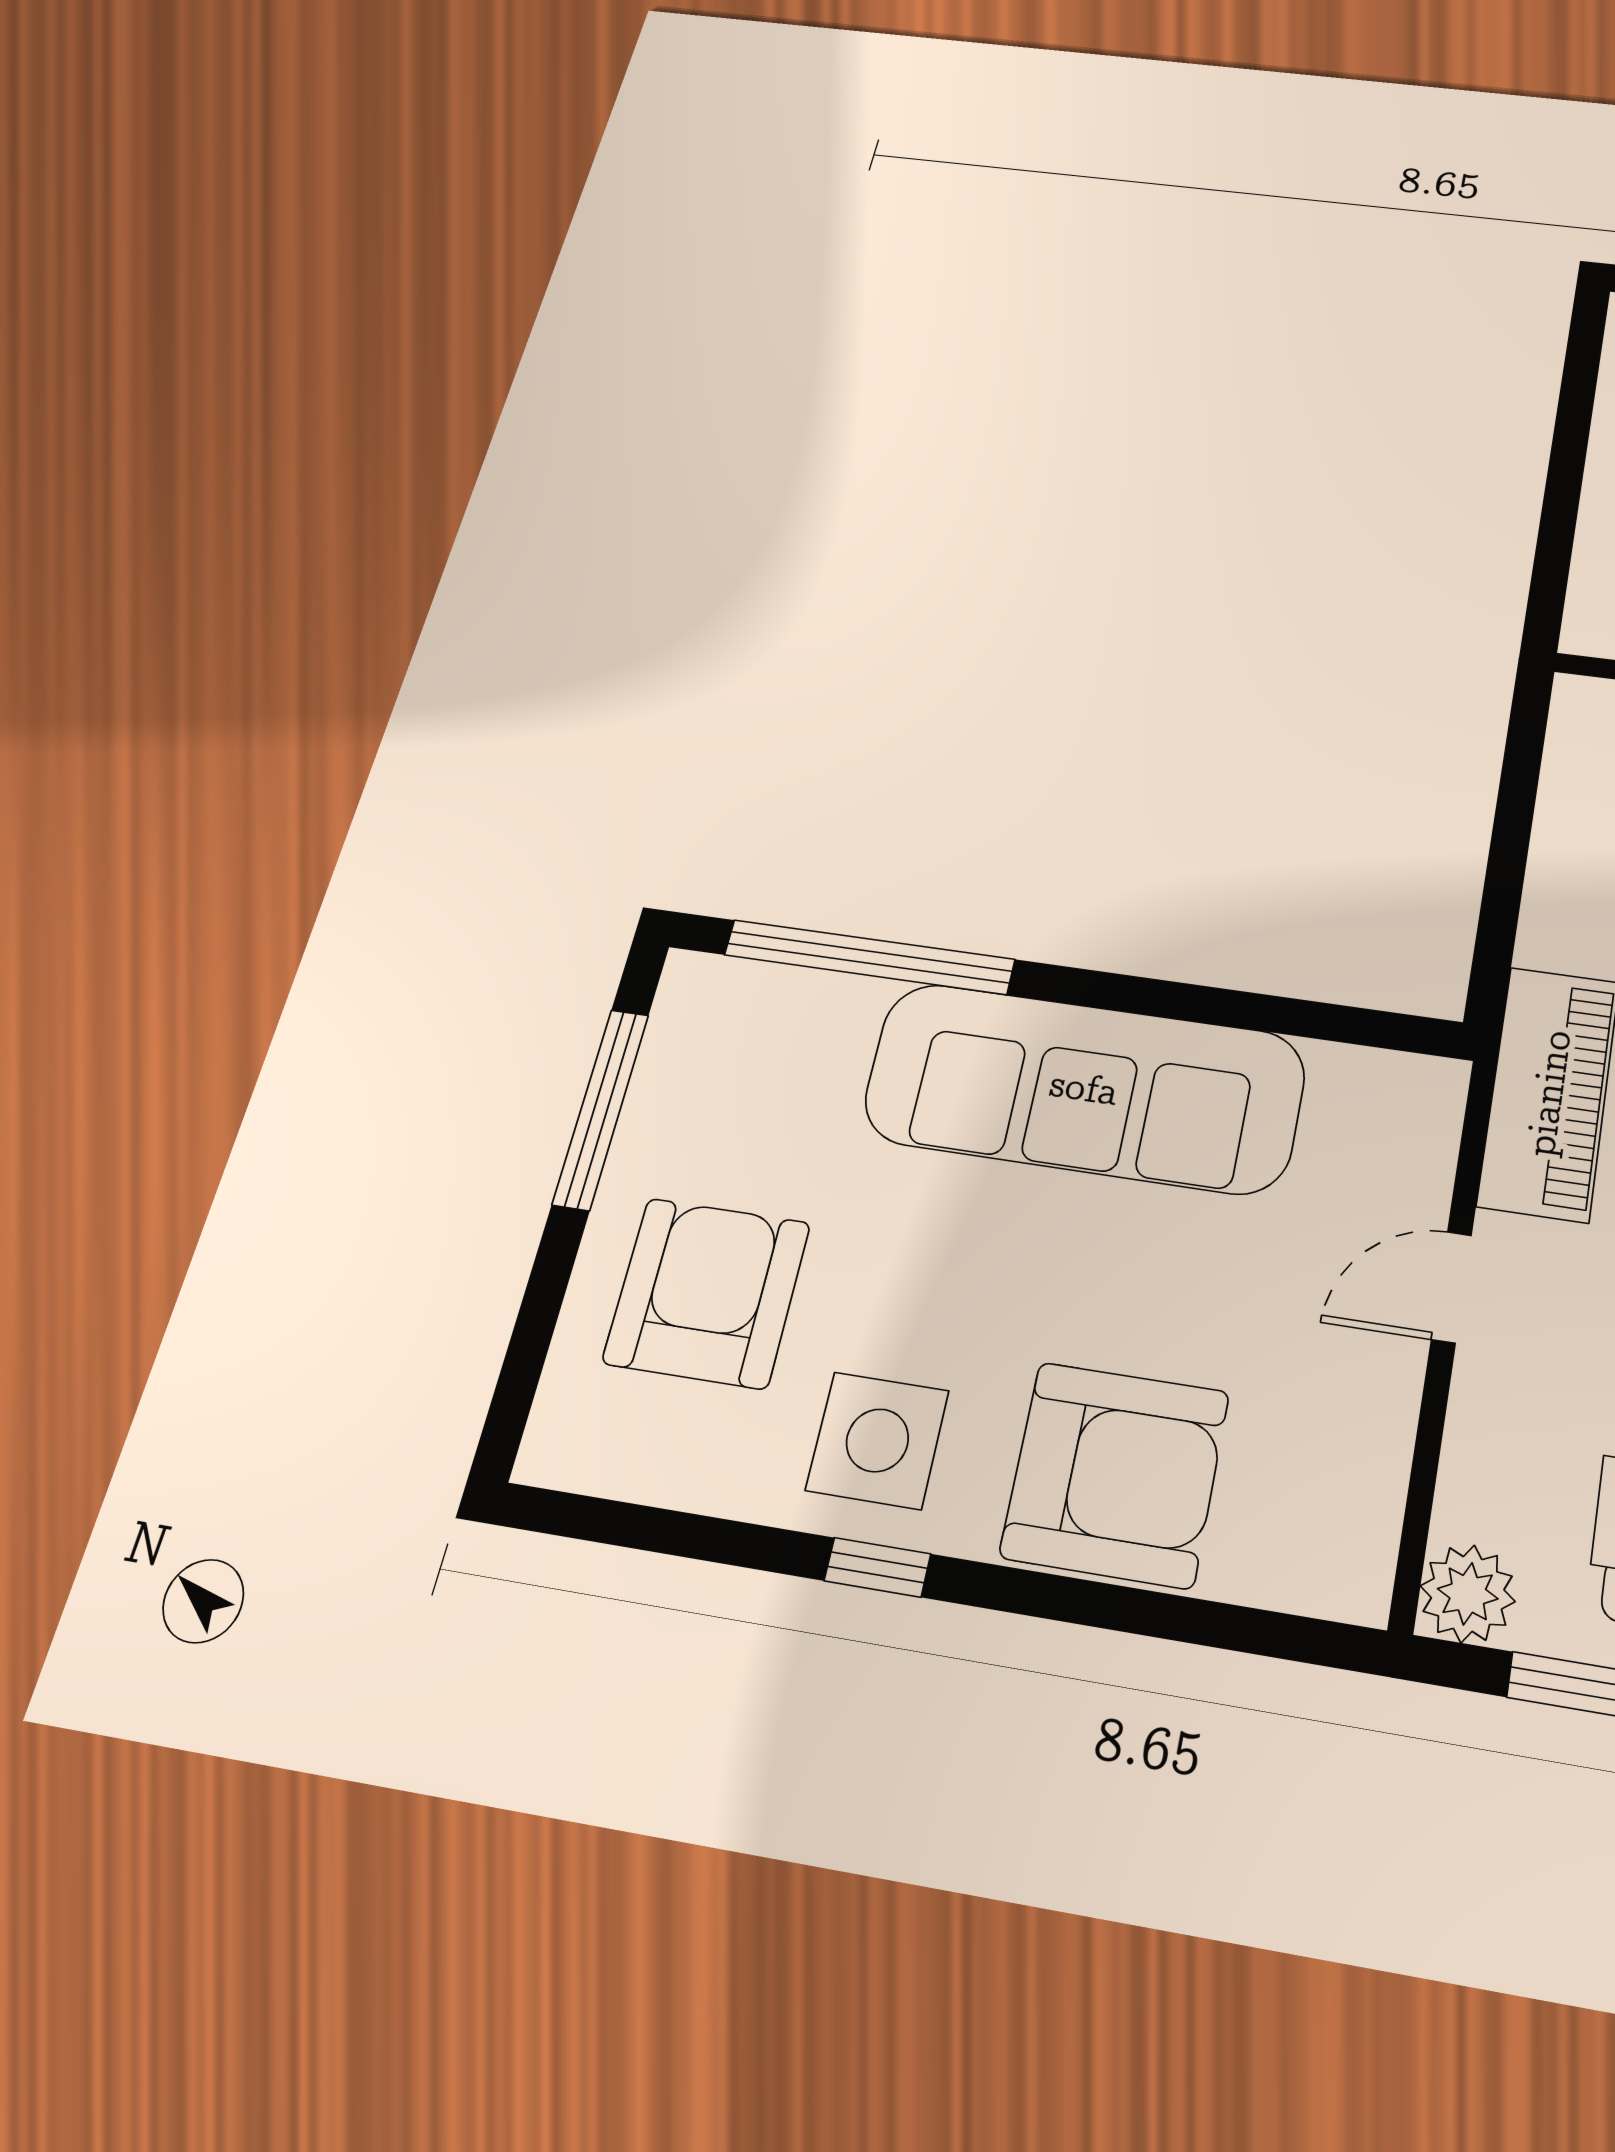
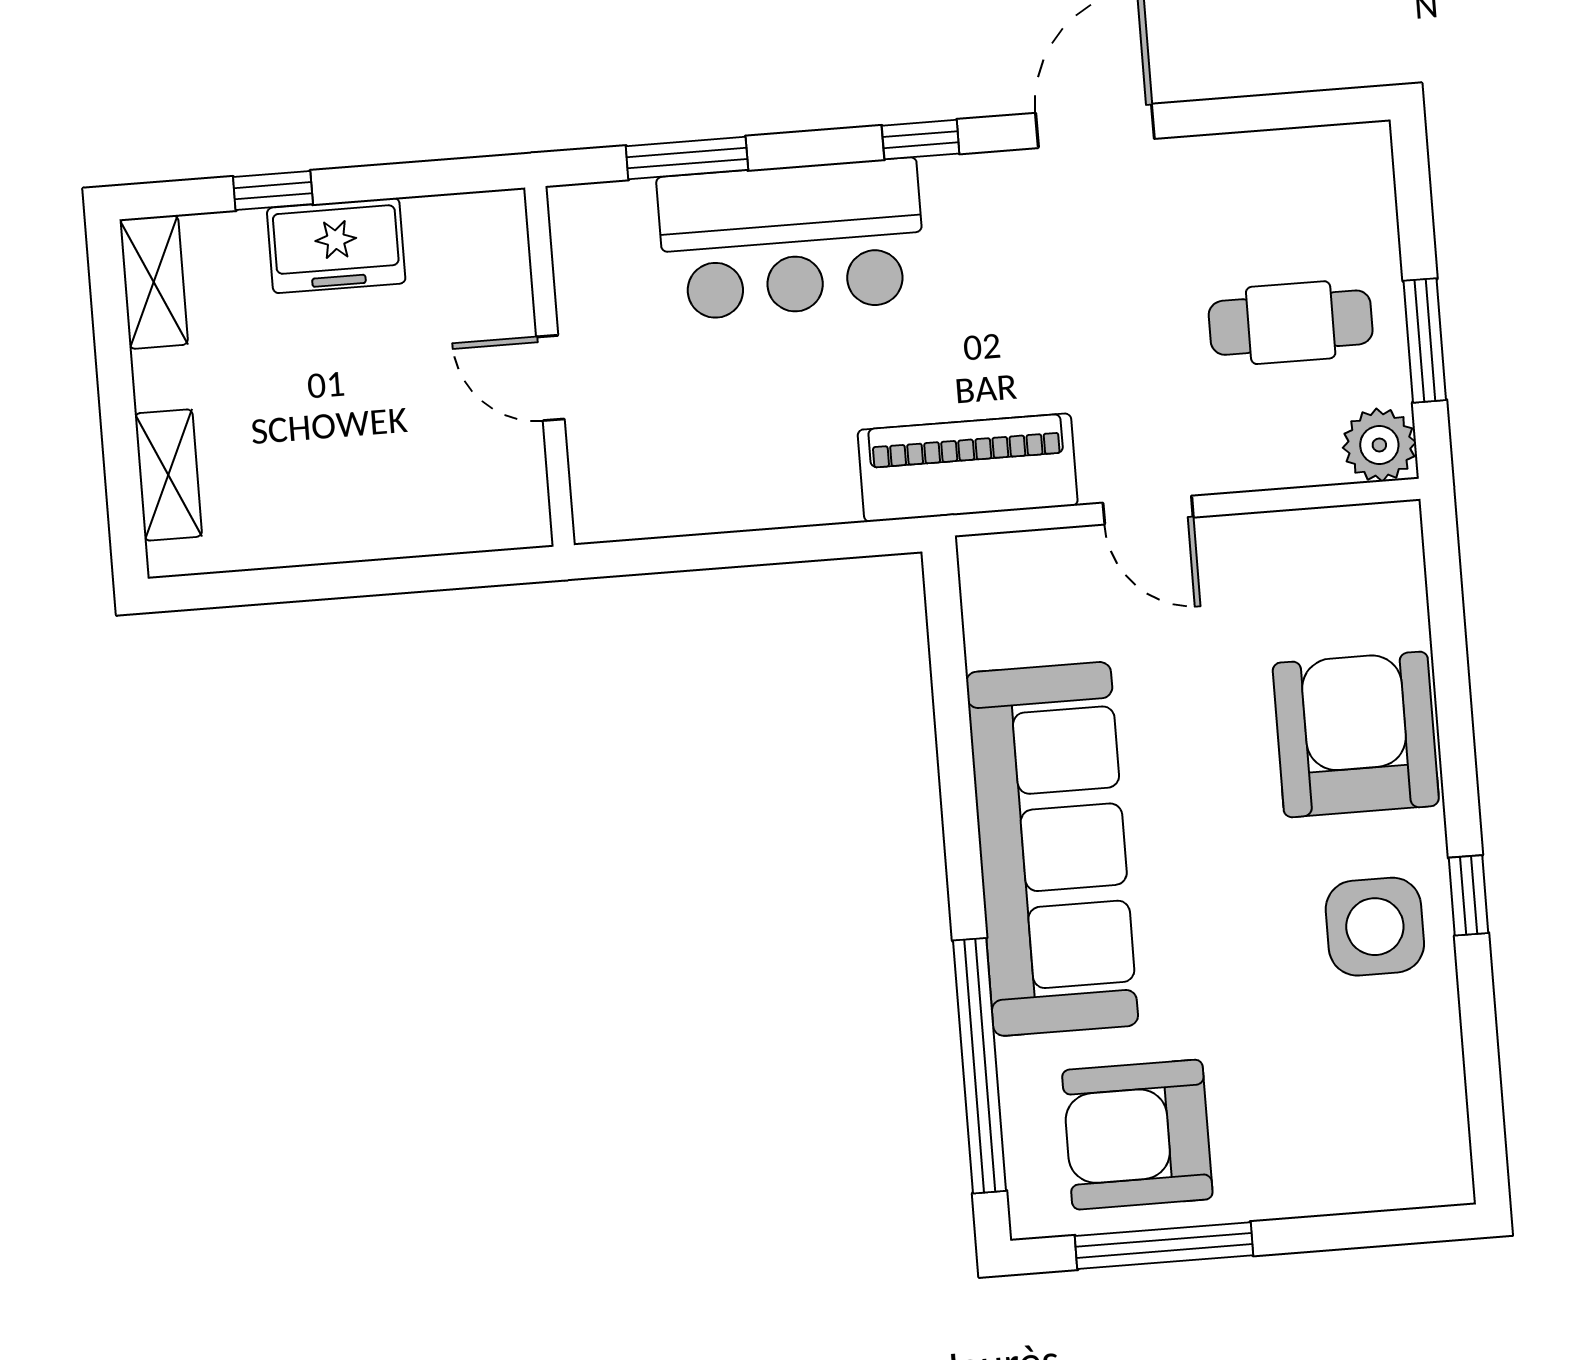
armchair: (707, 1293) -> (1137, 1135), moved

